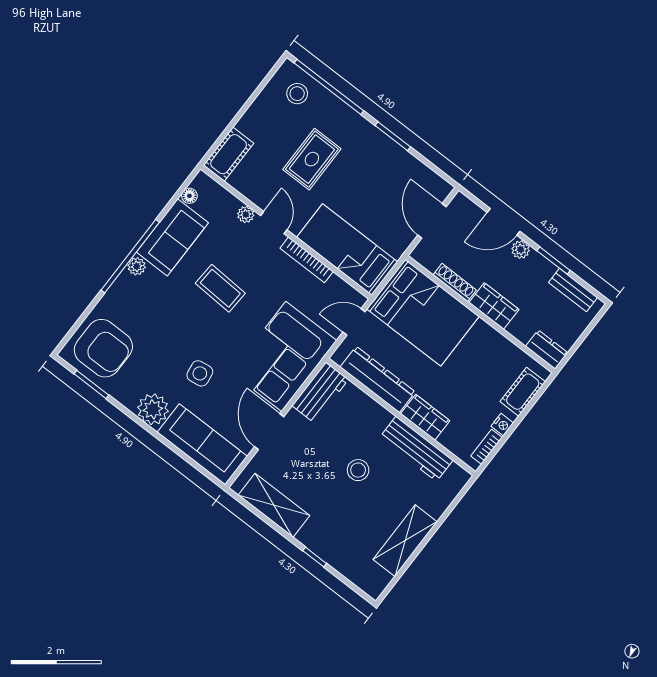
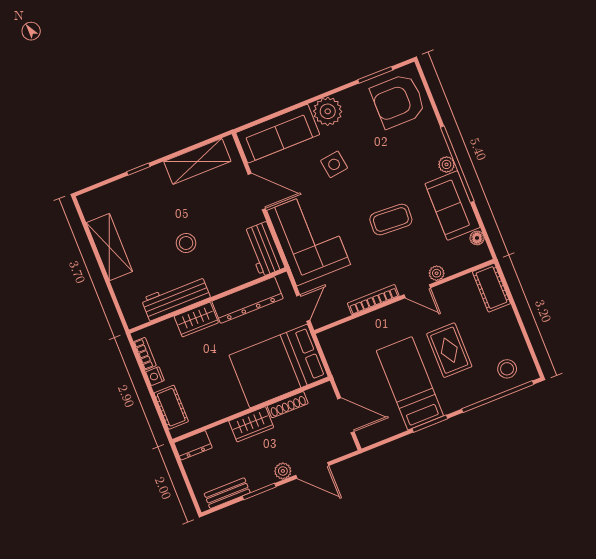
door: (503, 222) -> (312, 470), swing flipped
bed: (347, 250) -> (410, 383), moved, turned -90

